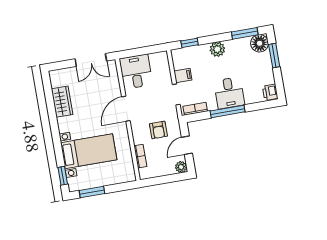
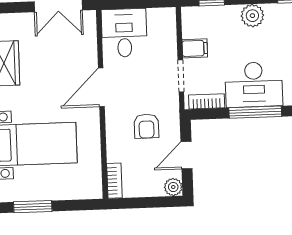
desk: (229, 93) -> (254, 85), width x1.37
bookcase: (140, 156) -> (114, 181), moved

